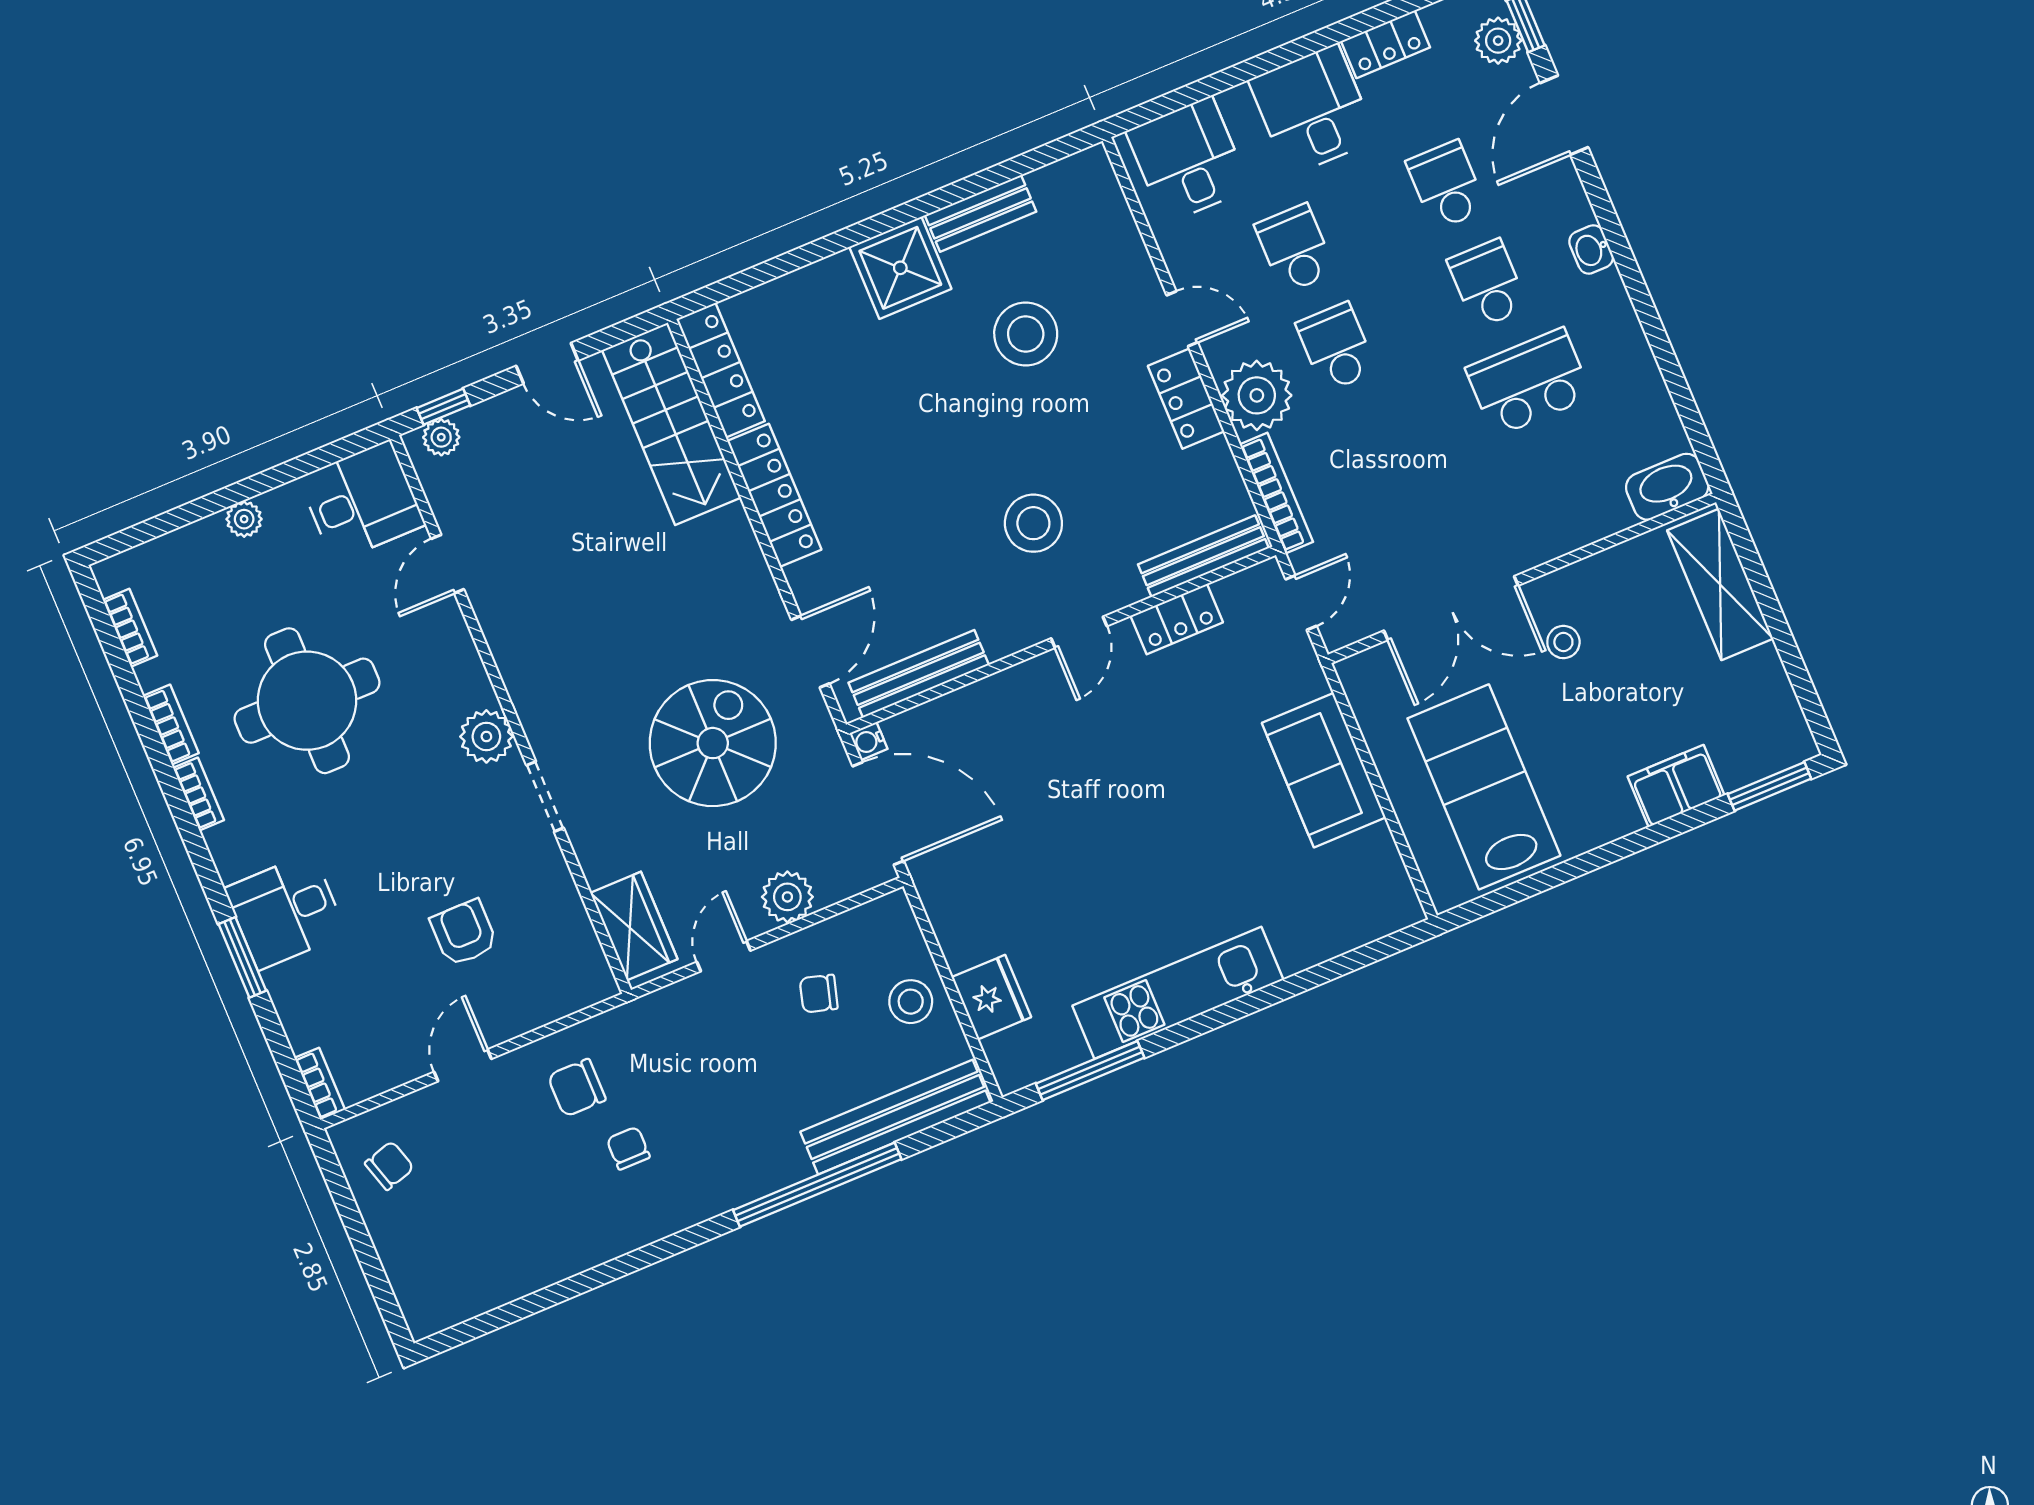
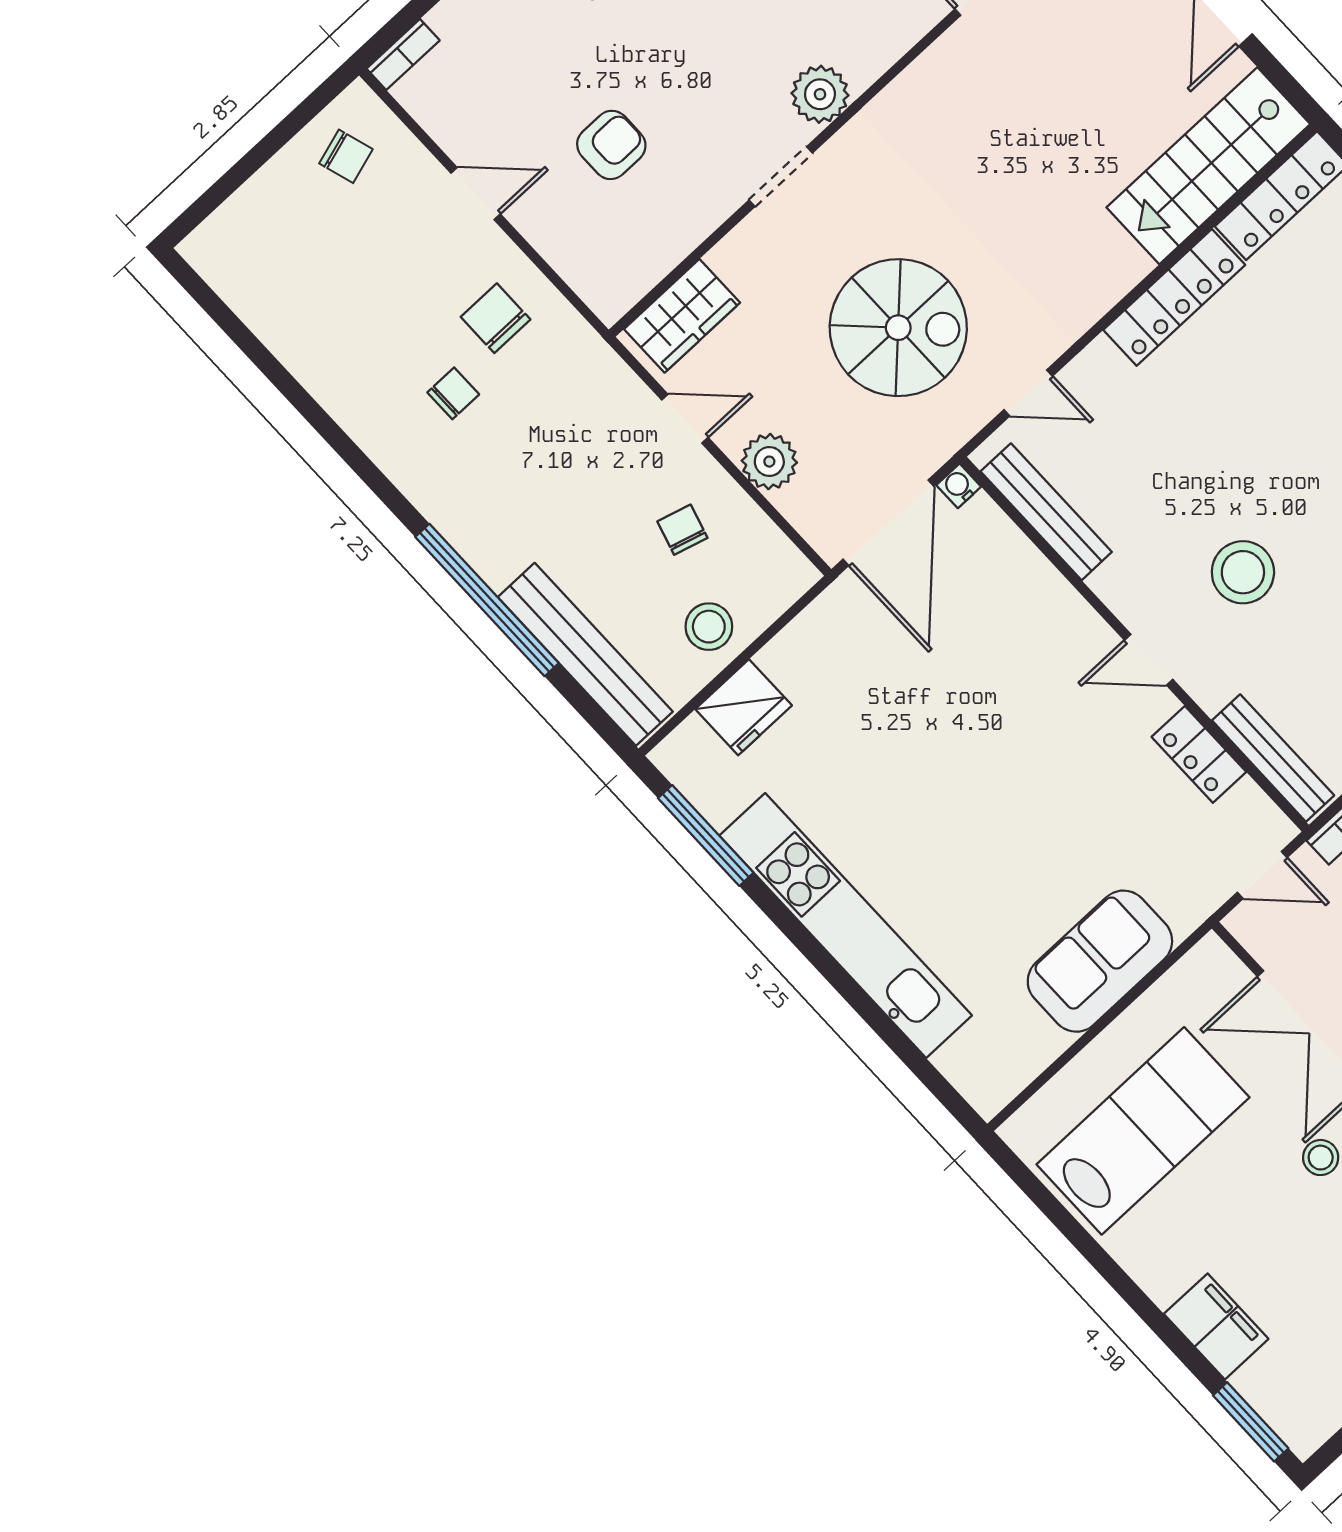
door: (810, 652) -> (1028, 393), width x0.73
kitchen unit: (1178, 993) -> (846, 926), width x1.36

